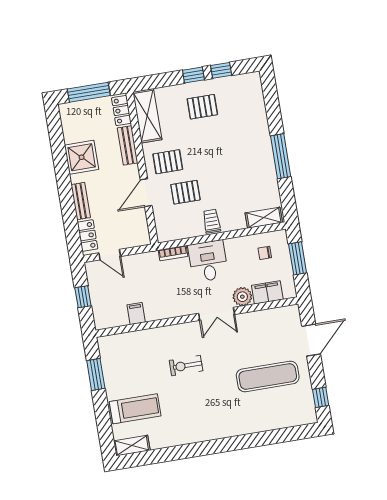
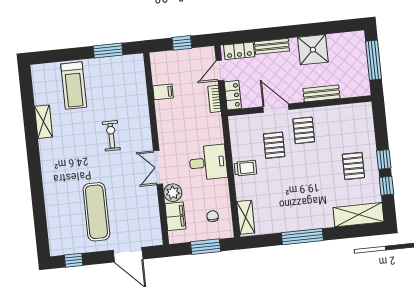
locker: (121, 111) -> (233, 95), moved, turned 90
shelving: (147, 116) -> (358, 215), moved
bookcase: (173, 253) -> (214, 99), moved
shelving: (132, 446) -> (44, 122), moved

